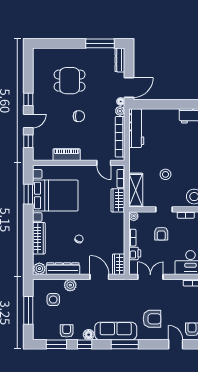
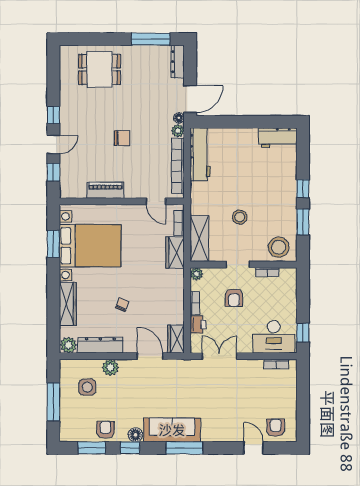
dining table: (70, 81) -> (100, 69), moved
armchair: (152, 319) -> (221, 413), removed

